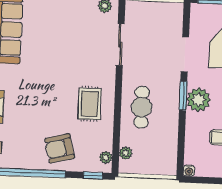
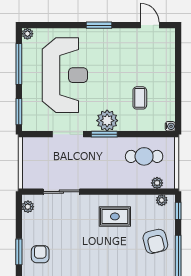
armchair: (51, 18) -> (40, 254), added
cafe table: (142, 107) -> (144, 156), moved

